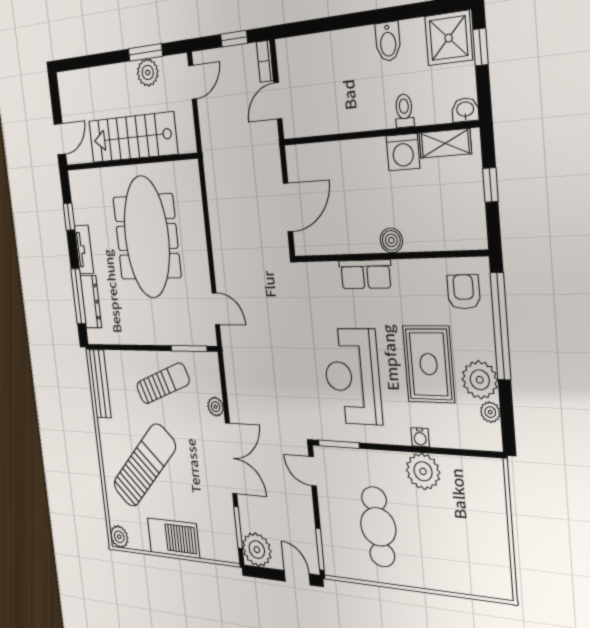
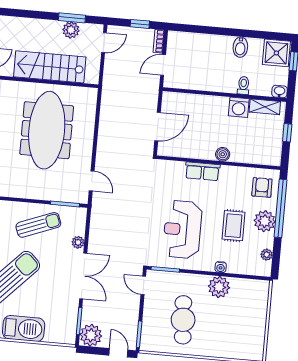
rug: (429, 364) -> (234, 226), width x0.73, depth x0.70
plant: (480, 380) -> (265, 221), moved

